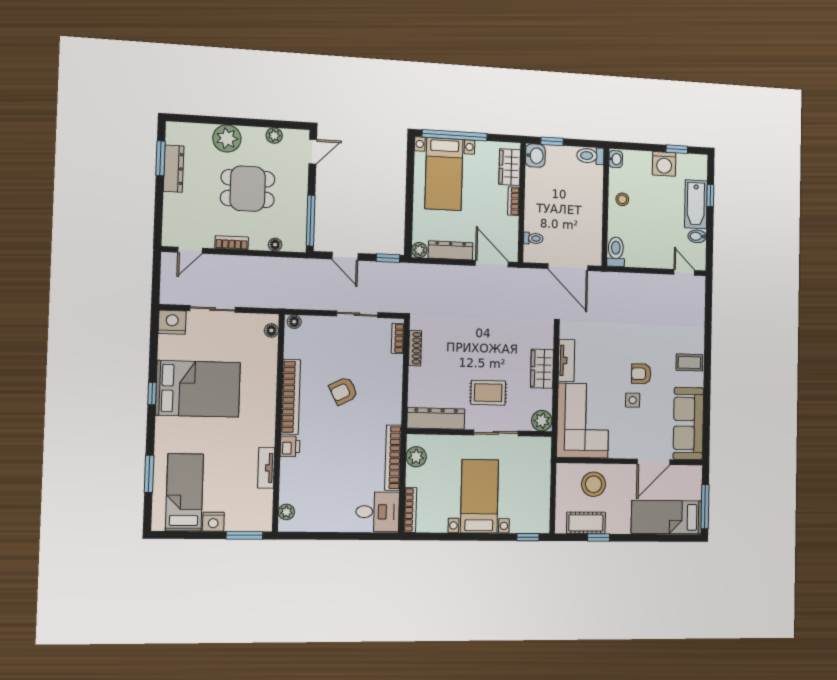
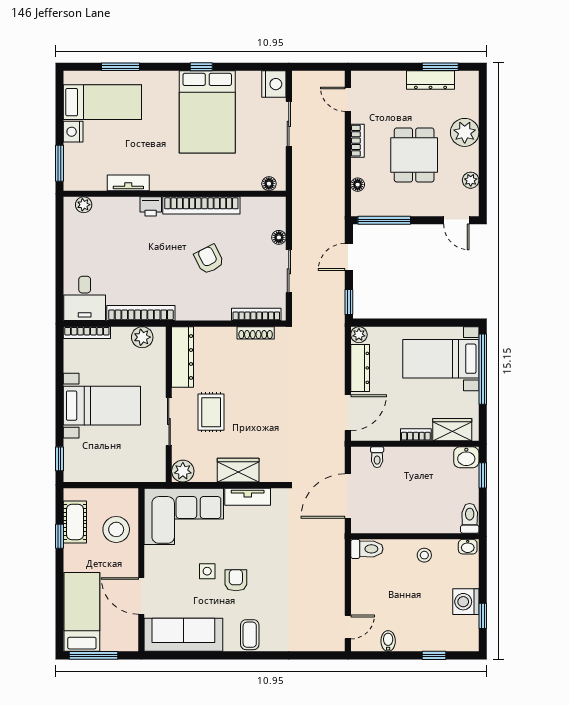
bathtub: (696, 204) -> (423, 639), removed
floor lamp: (294, 322) -> (279, 237), moved
bookcase: (398, 338) -> (256, 314), width x1.56

